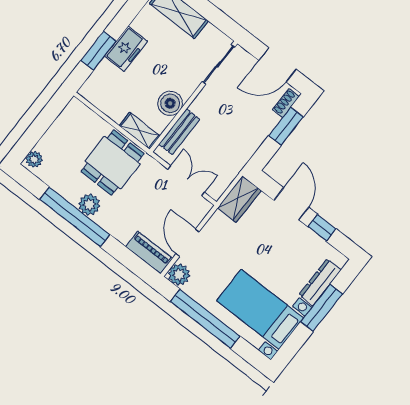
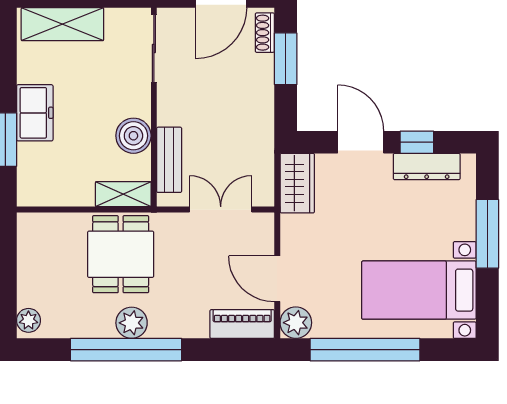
dresser: (320, 282) -> (427, 167), moved, turned -90

